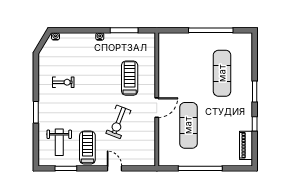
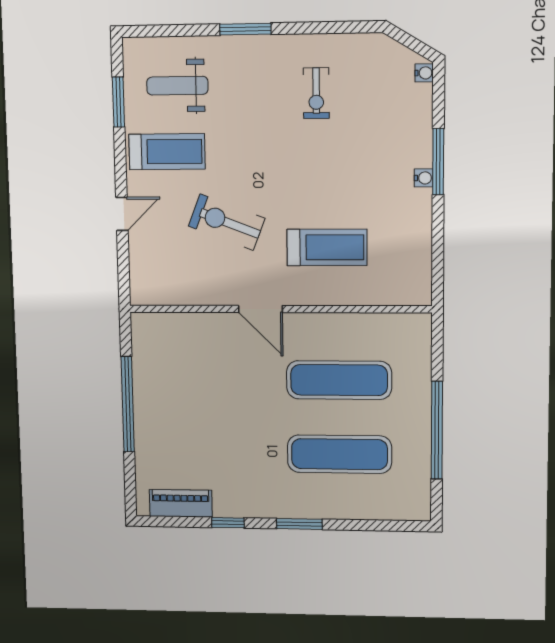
window: (124, 30) -> (438, 162), moved
exercise mat: (188, 125) -> (339, 380), moved

